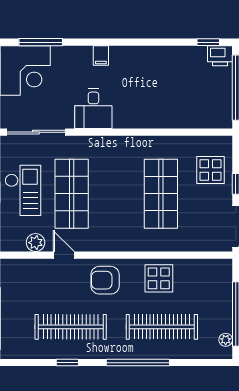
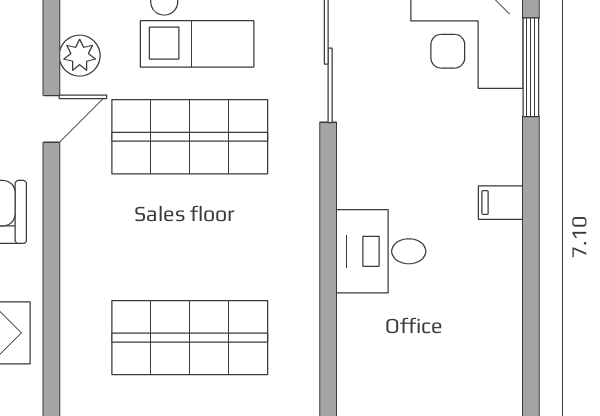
desk: (93, 109) -> (381, 251), moved

